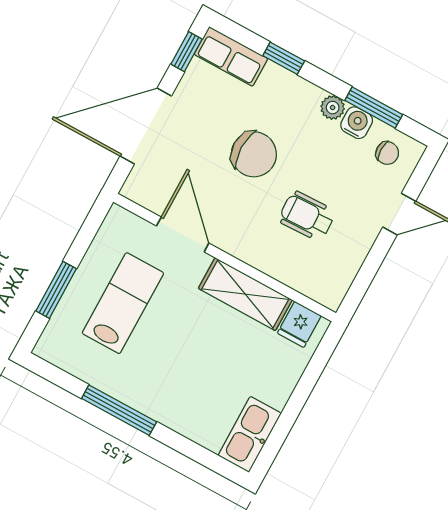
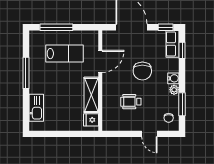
window: (284, 58) -> (182, 50), moved
water cooler: (357, 123) -> (173, 78), moved
wheelchair: (307, 216) -> (131, 102), turned -88
window: (56, 290) -> (56, 27), width x1.44
kitchen sink: (250, 434) -> (36, 108), moved, turned 90

